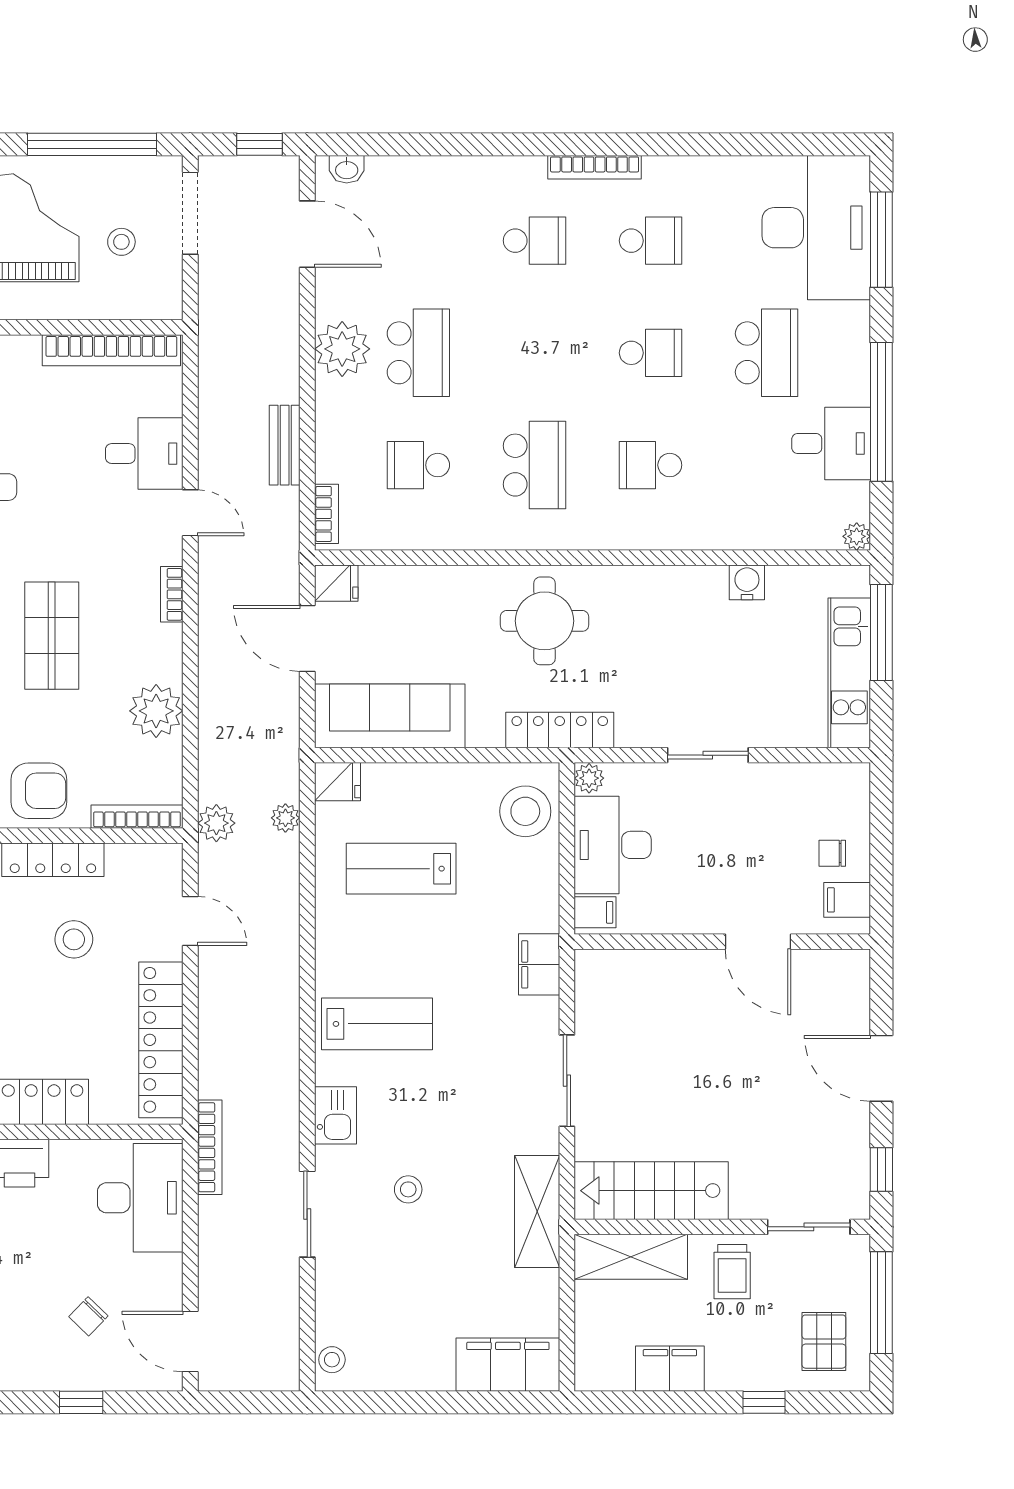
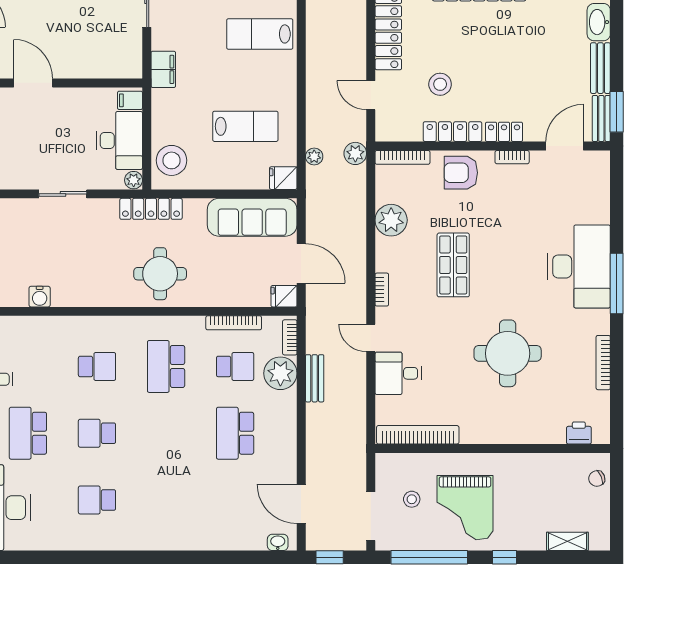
bookcase: (595, 167) -> (234, 323), moved, turned 180
school desk: (534, 241) -> (166, 500), removed
plant: (342, 349) -> (280, 373), moved

